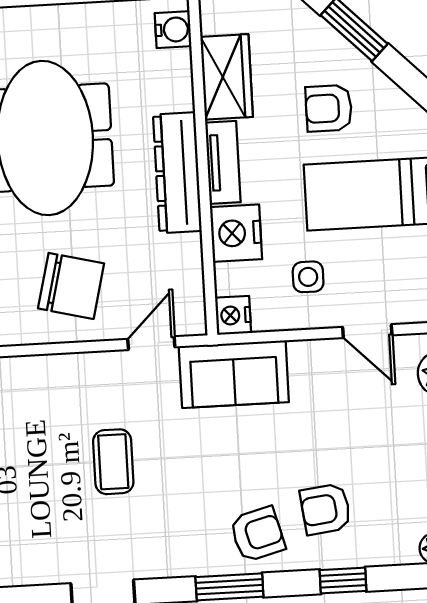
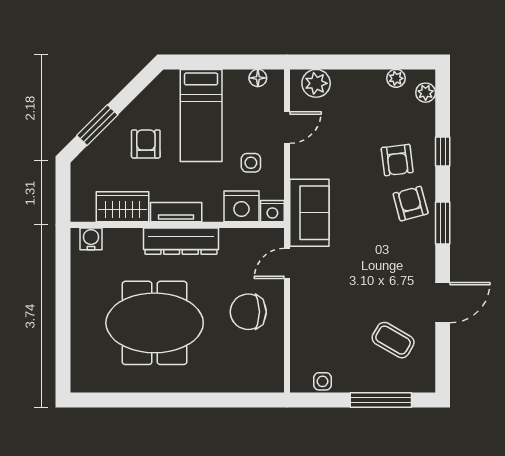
armchair: (329, 108) -> (146, 144), turned 180
nightstand: (236, 233) -> (241, 206), moved
chair: (71, 286) -> (248, 312), turned -104
door: (151, 343) -> (287, 263), hinge flipped
coffee table: (113, 462) -> (393, 340), moved, turned 30

